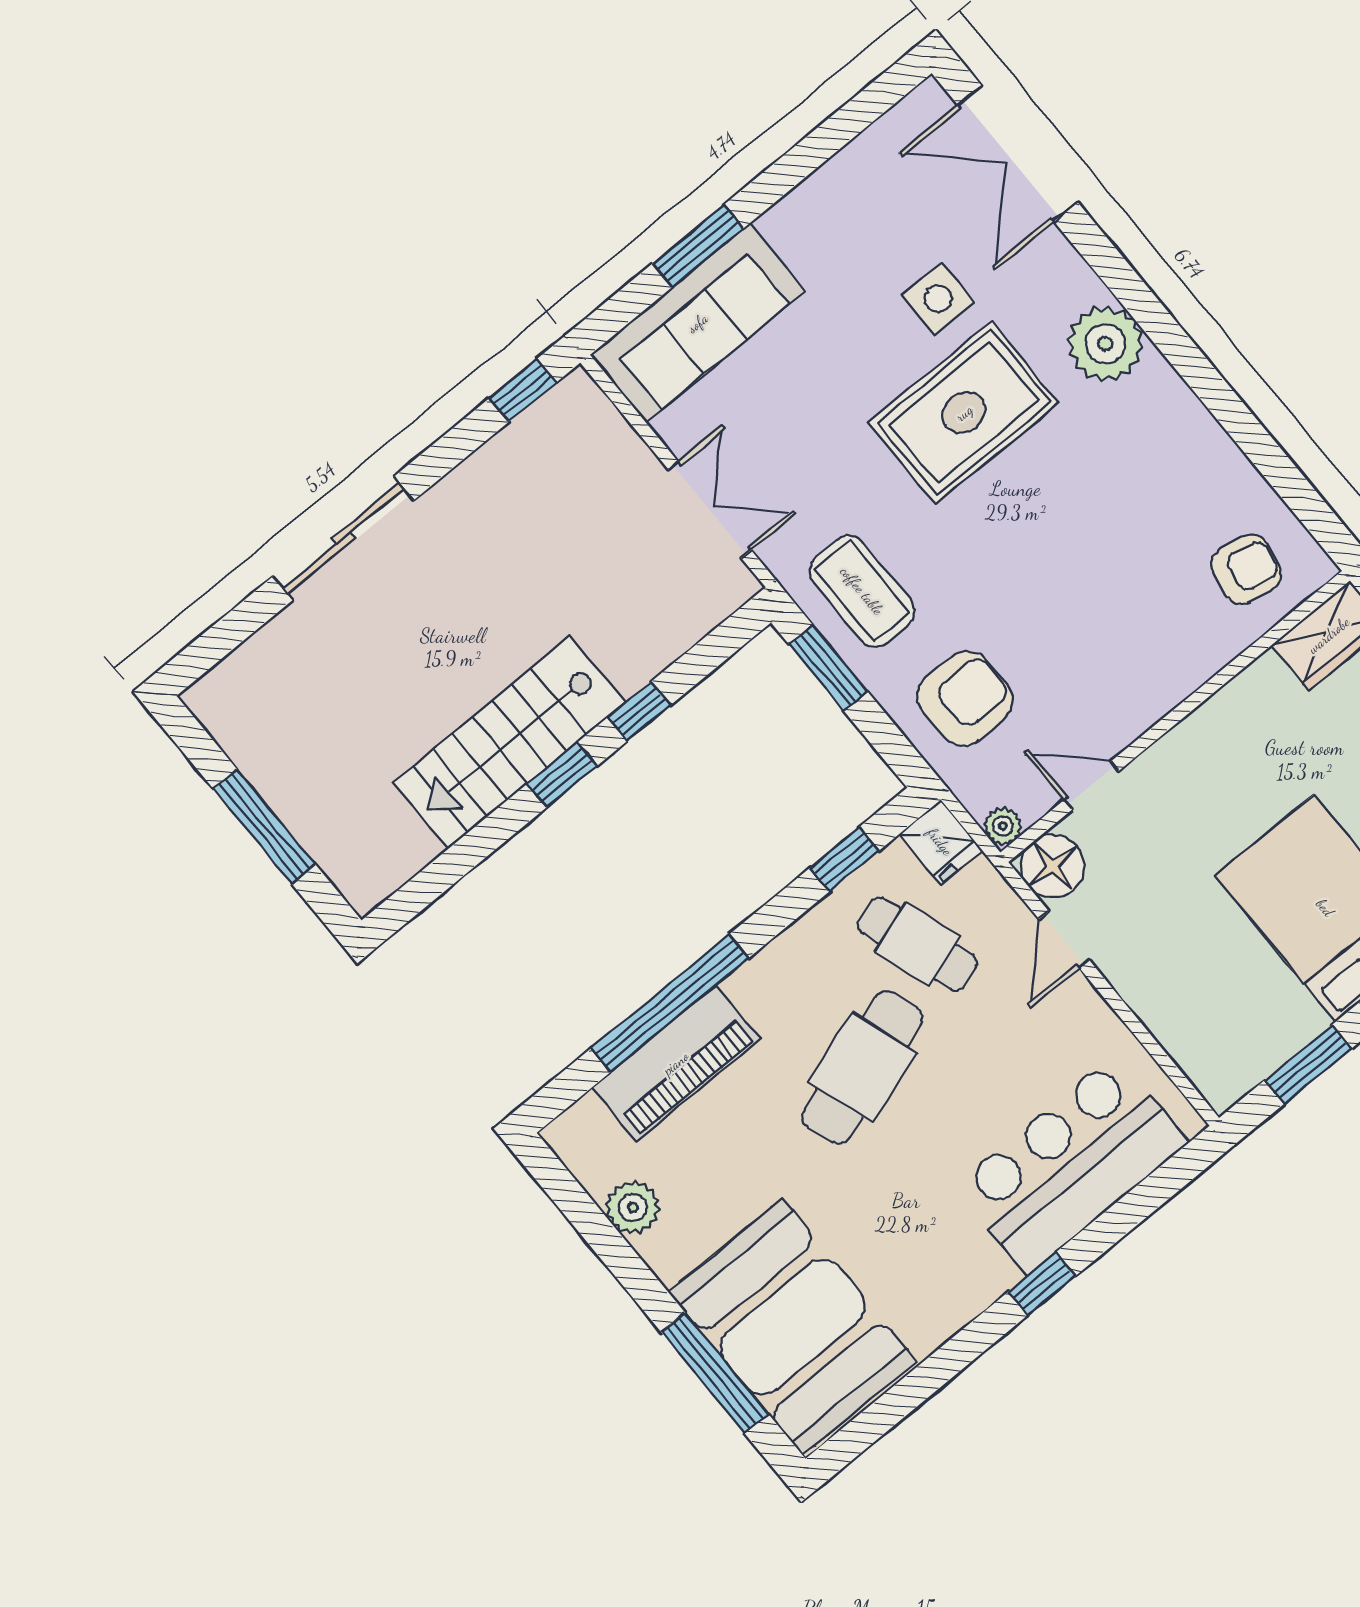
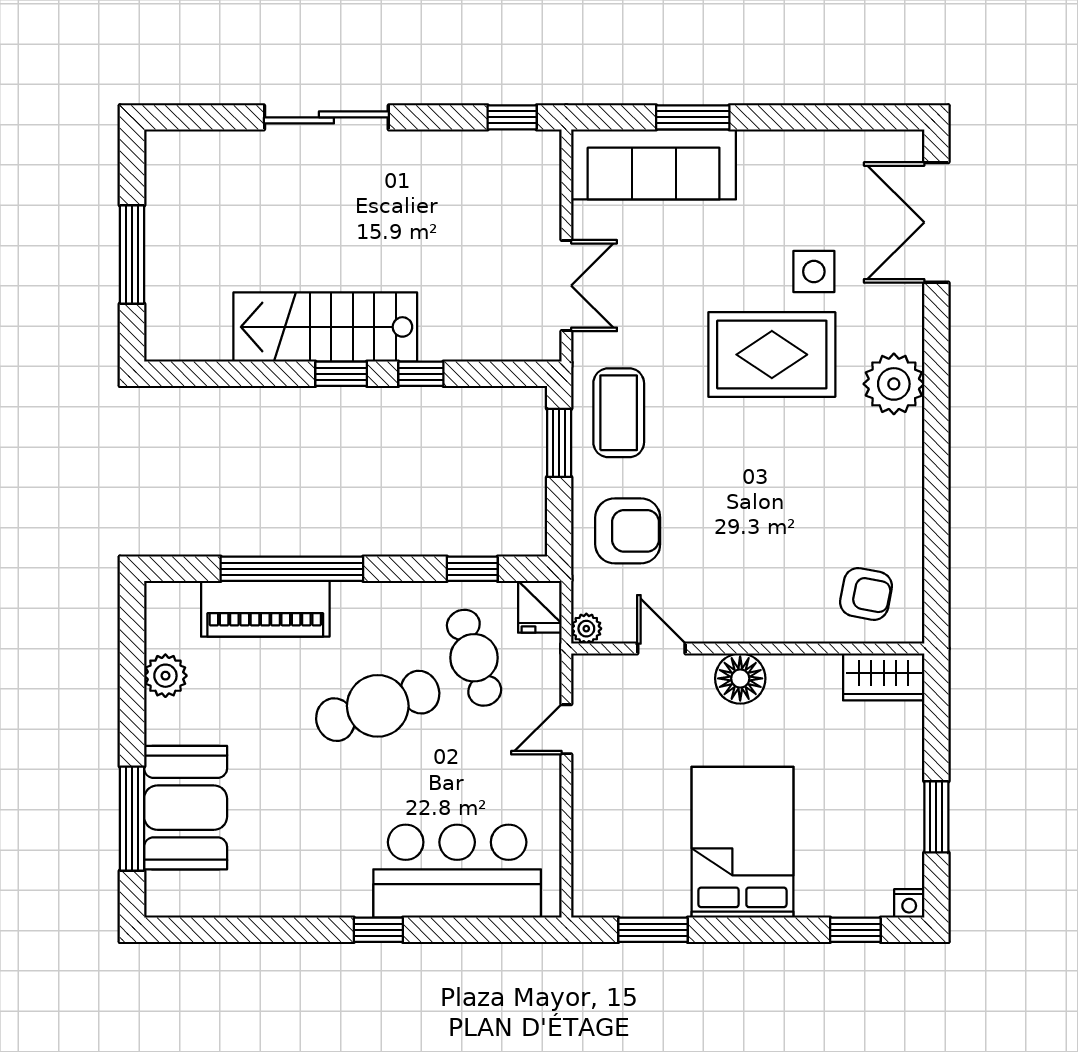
floor lamp: (1052, 866) -> (740, 678), moved
booth: (793, 1327) -> (186, 808), width x0.73, depth x0.70

